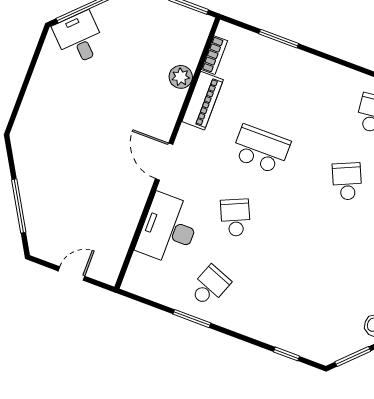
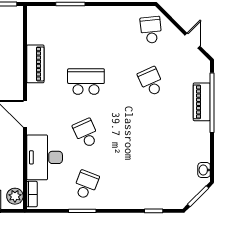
bookcase: (214, 55) -> (32, 194), moved
plant: (181, 77) -> (15, 196), moved

